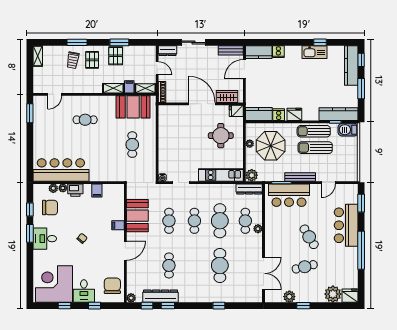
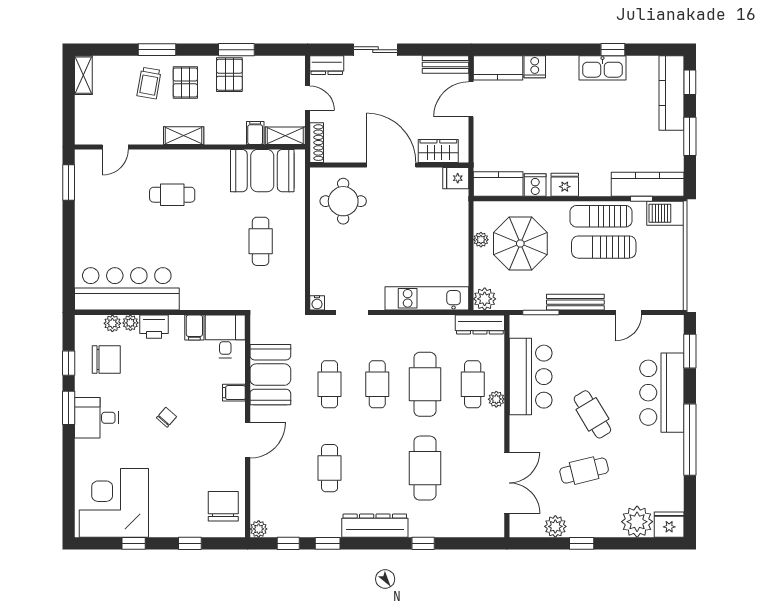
shelving: (113, 88) -> (184, 136), moved
round table: (221, 136) -> (343, 201), moved
bar counter: (289, 195) -> (531, 377), moved, turned -90
desk: (84, 291) -> (225, 336), moved, turned 180
dresser: (161, 296) -> (375, 526), moved

